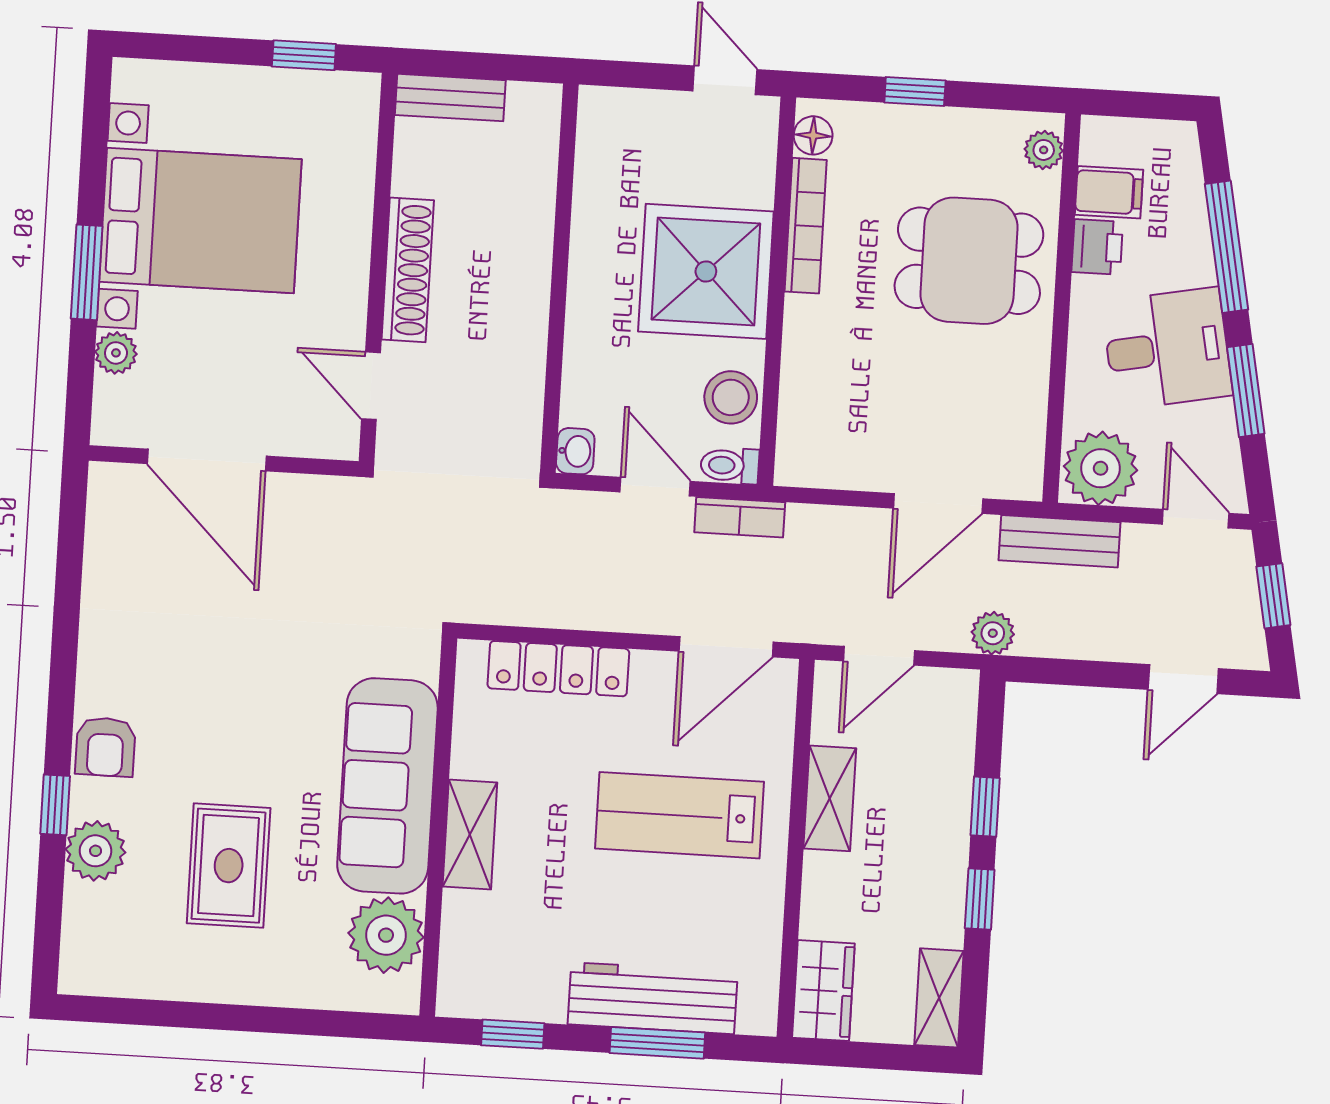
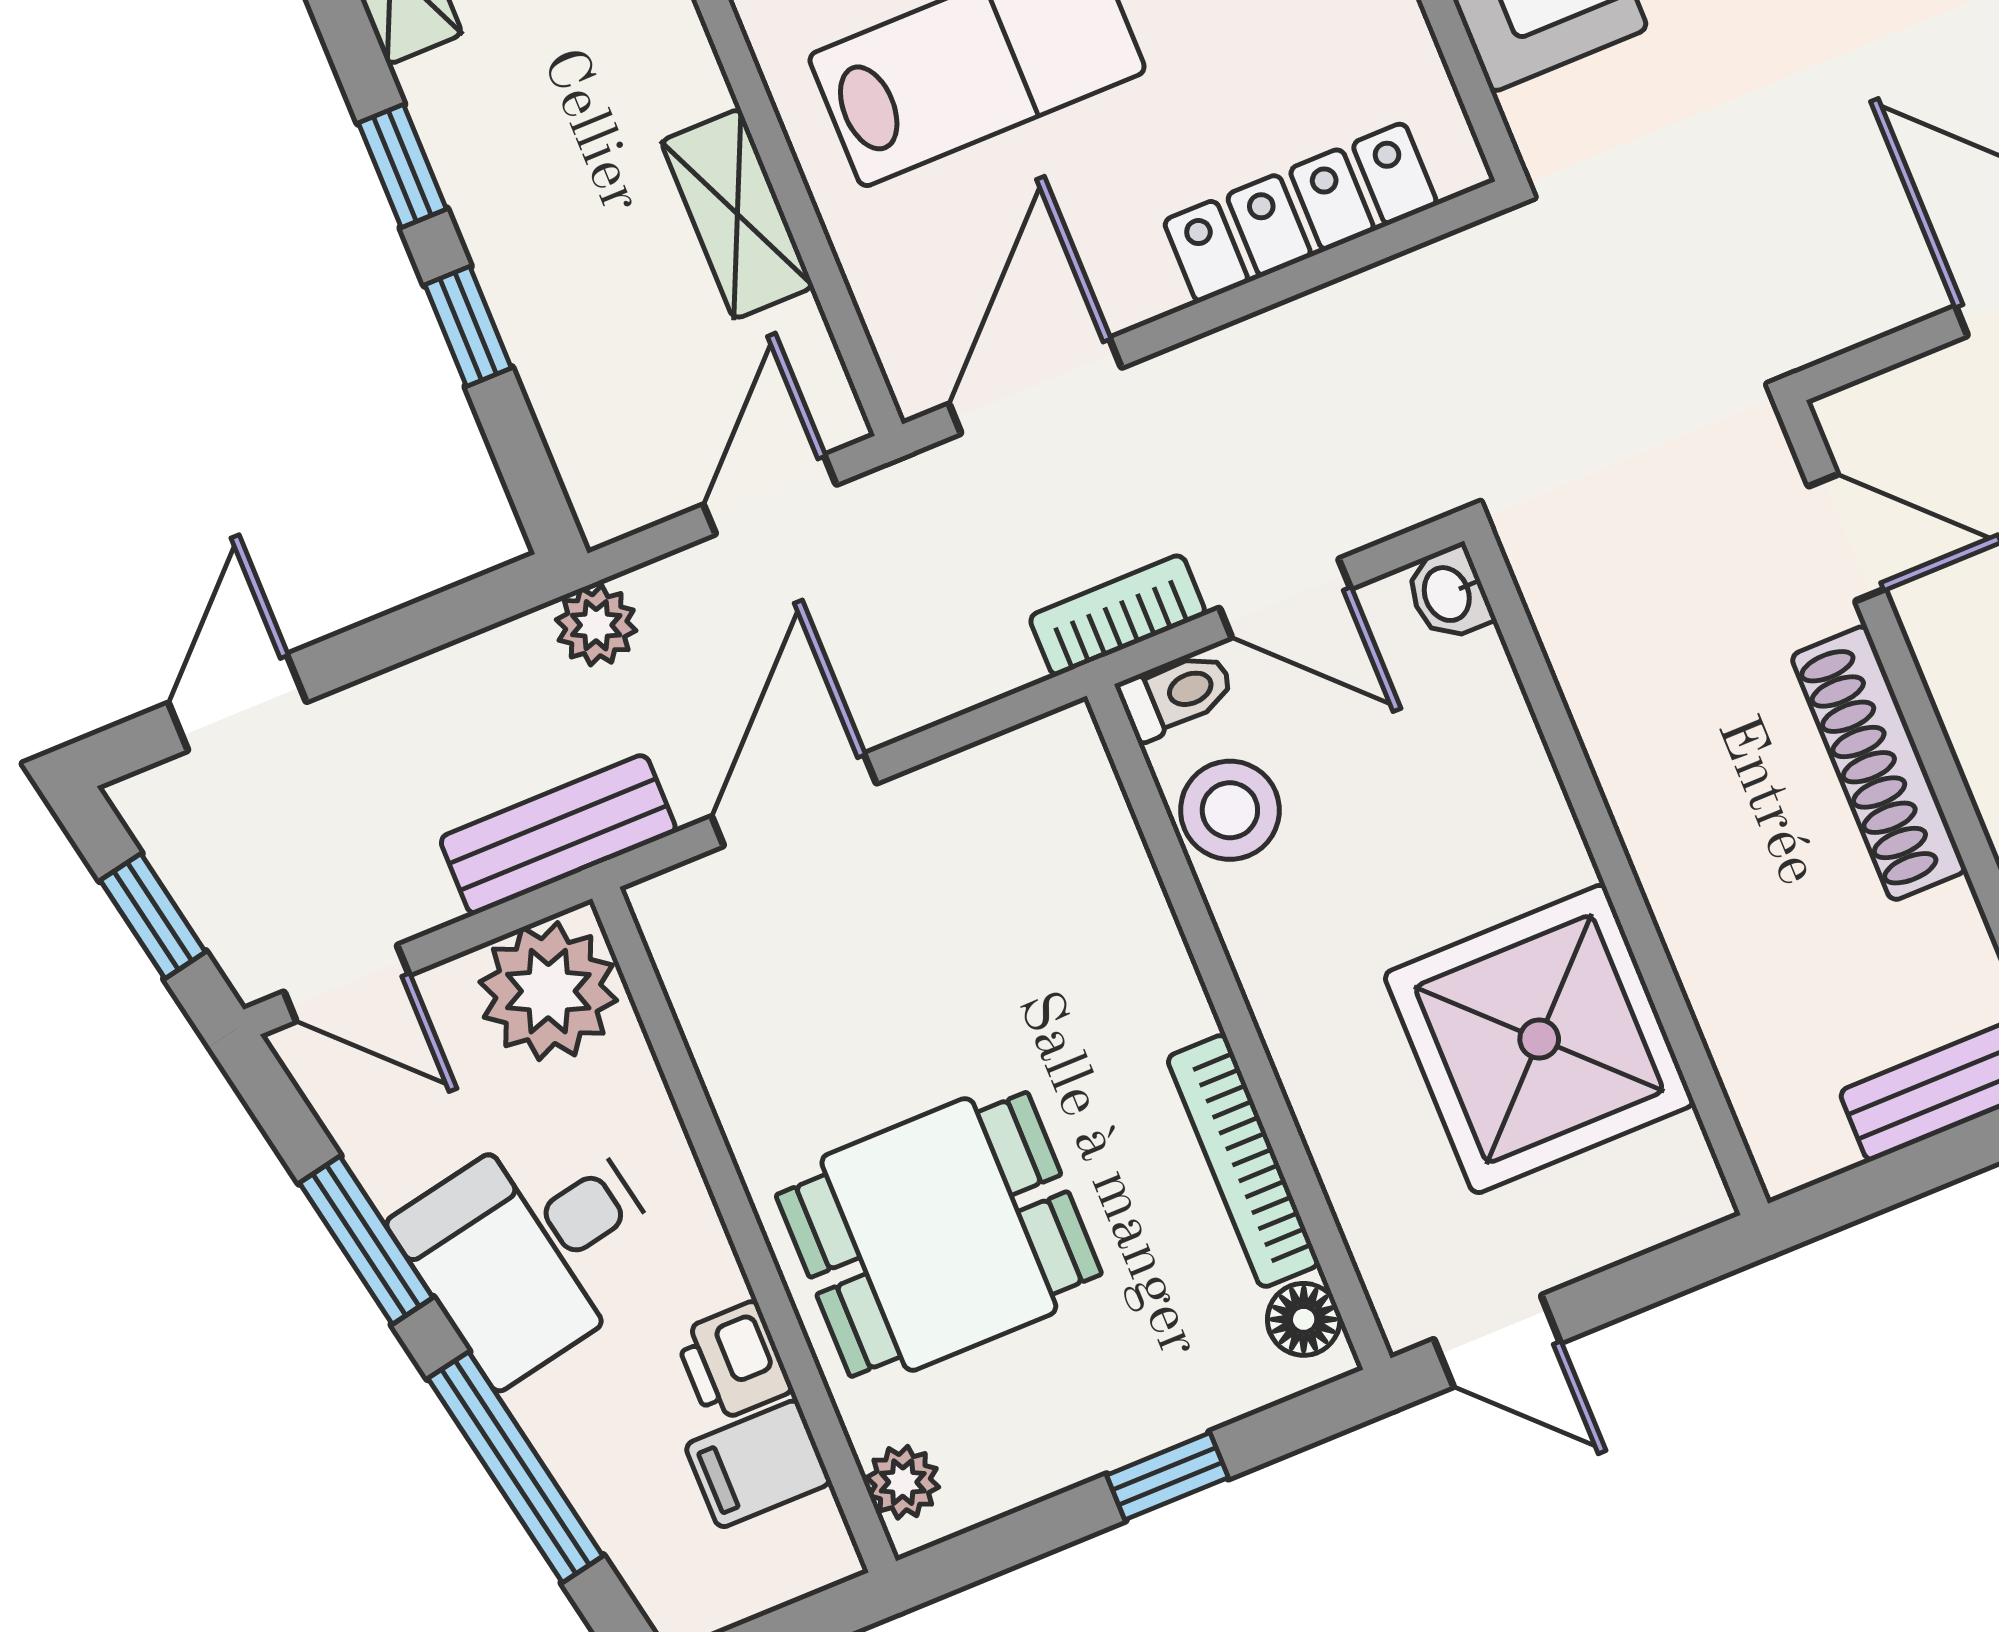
shower: (706, 271) -> (1539, 1039), moved

